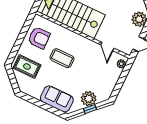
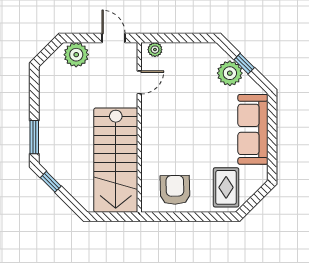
coffee table: (62, 58) -> (189, 141), removed
sofa: (57, 99) -> (253, 129), width x1.36

